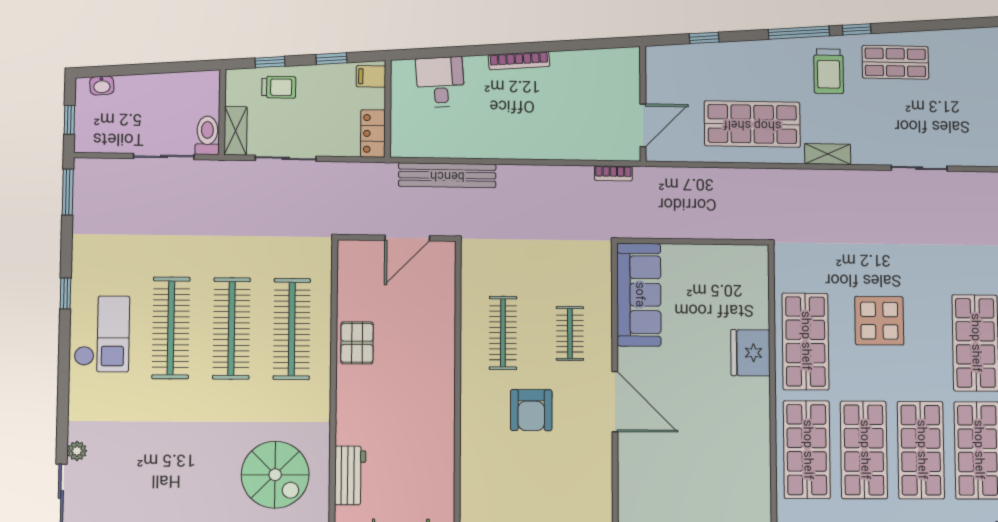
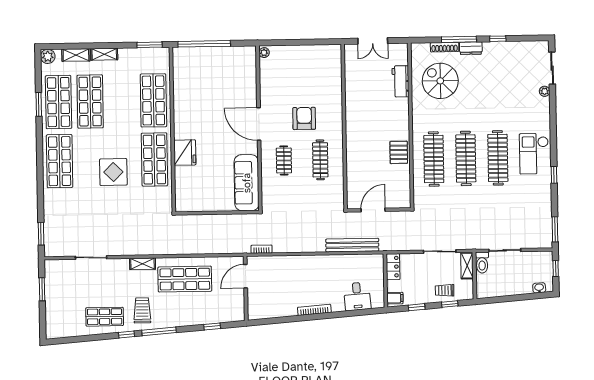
shop shelf: (864, 450) -> (122, 101), removed

